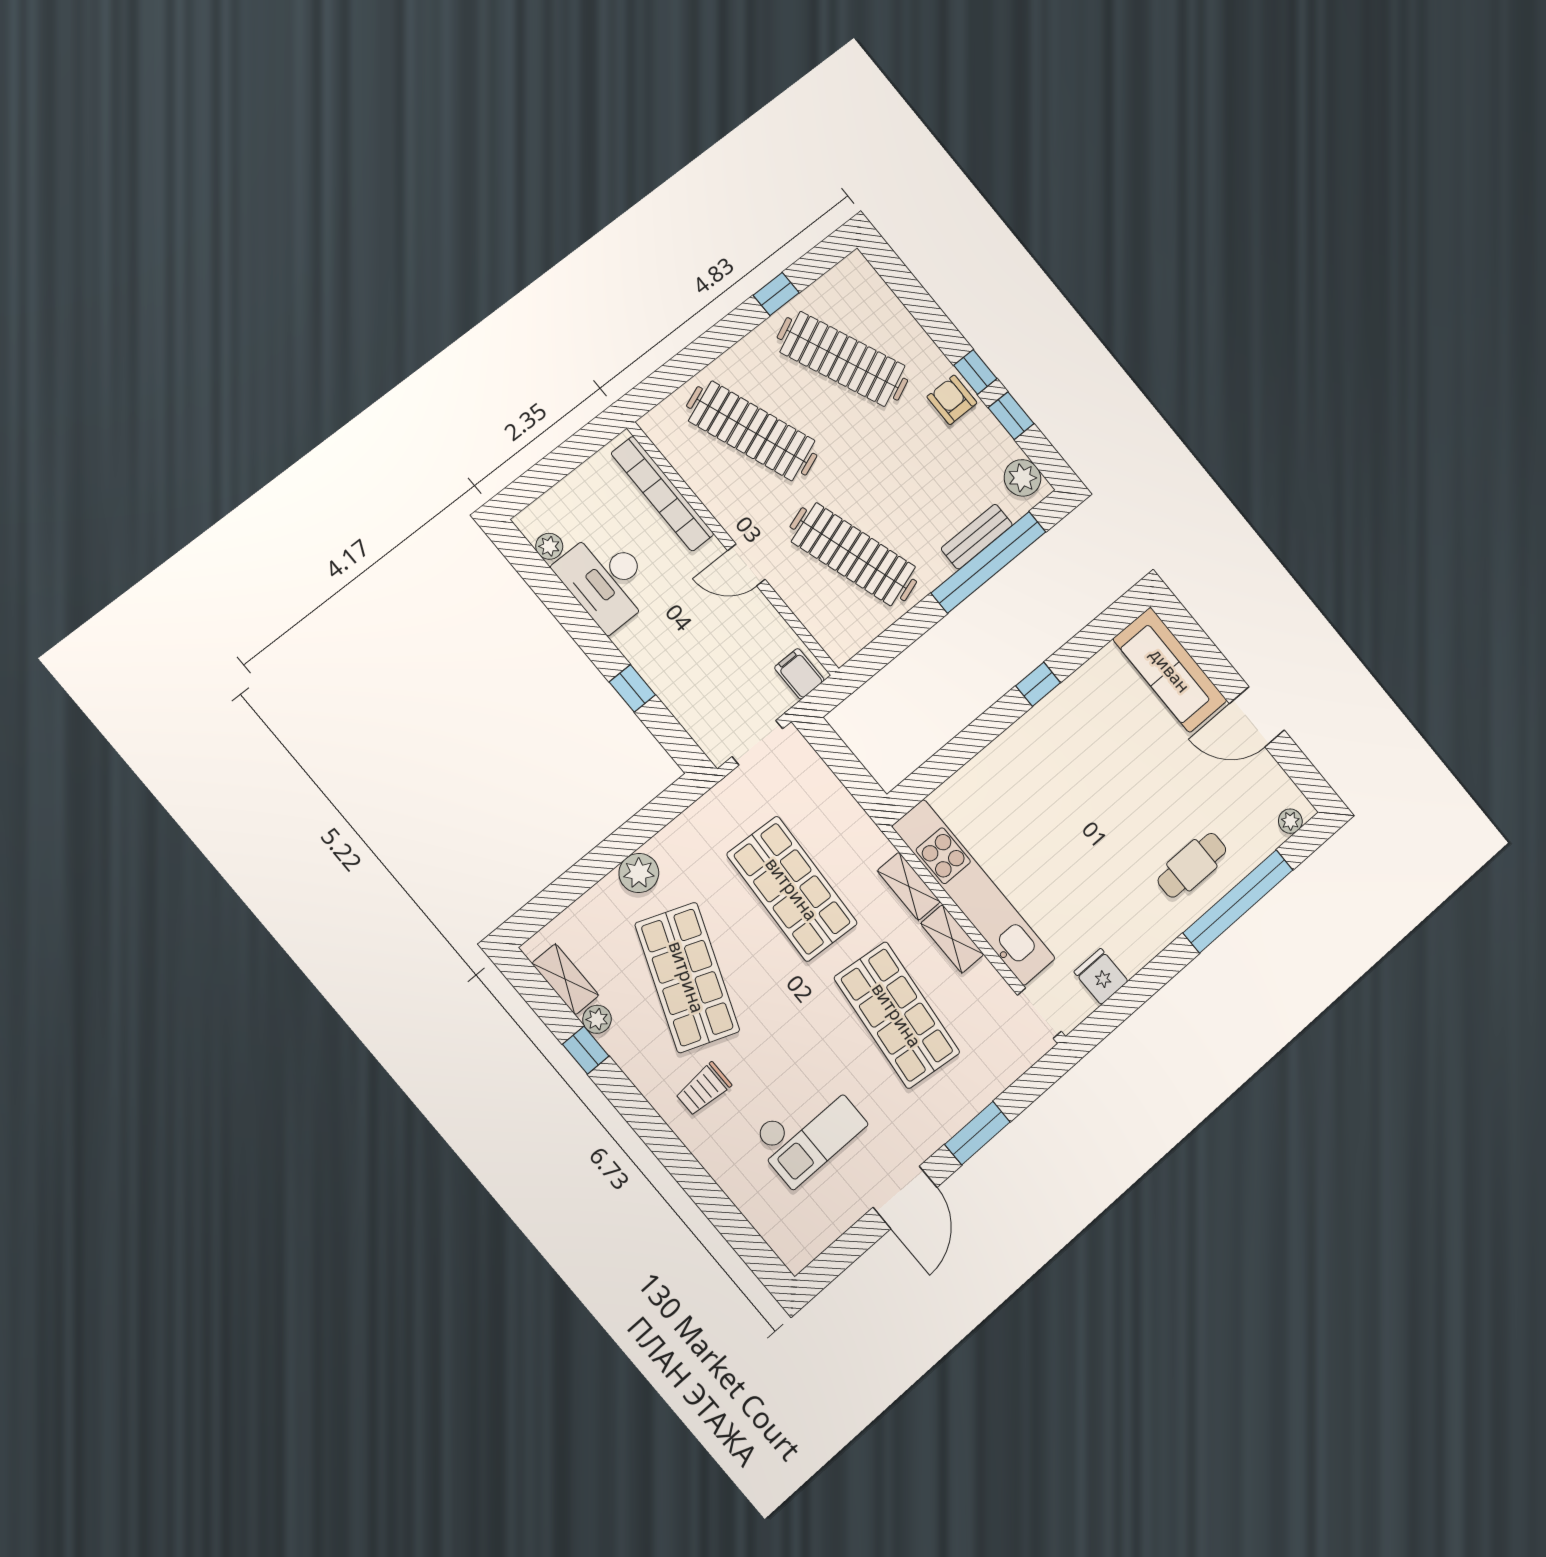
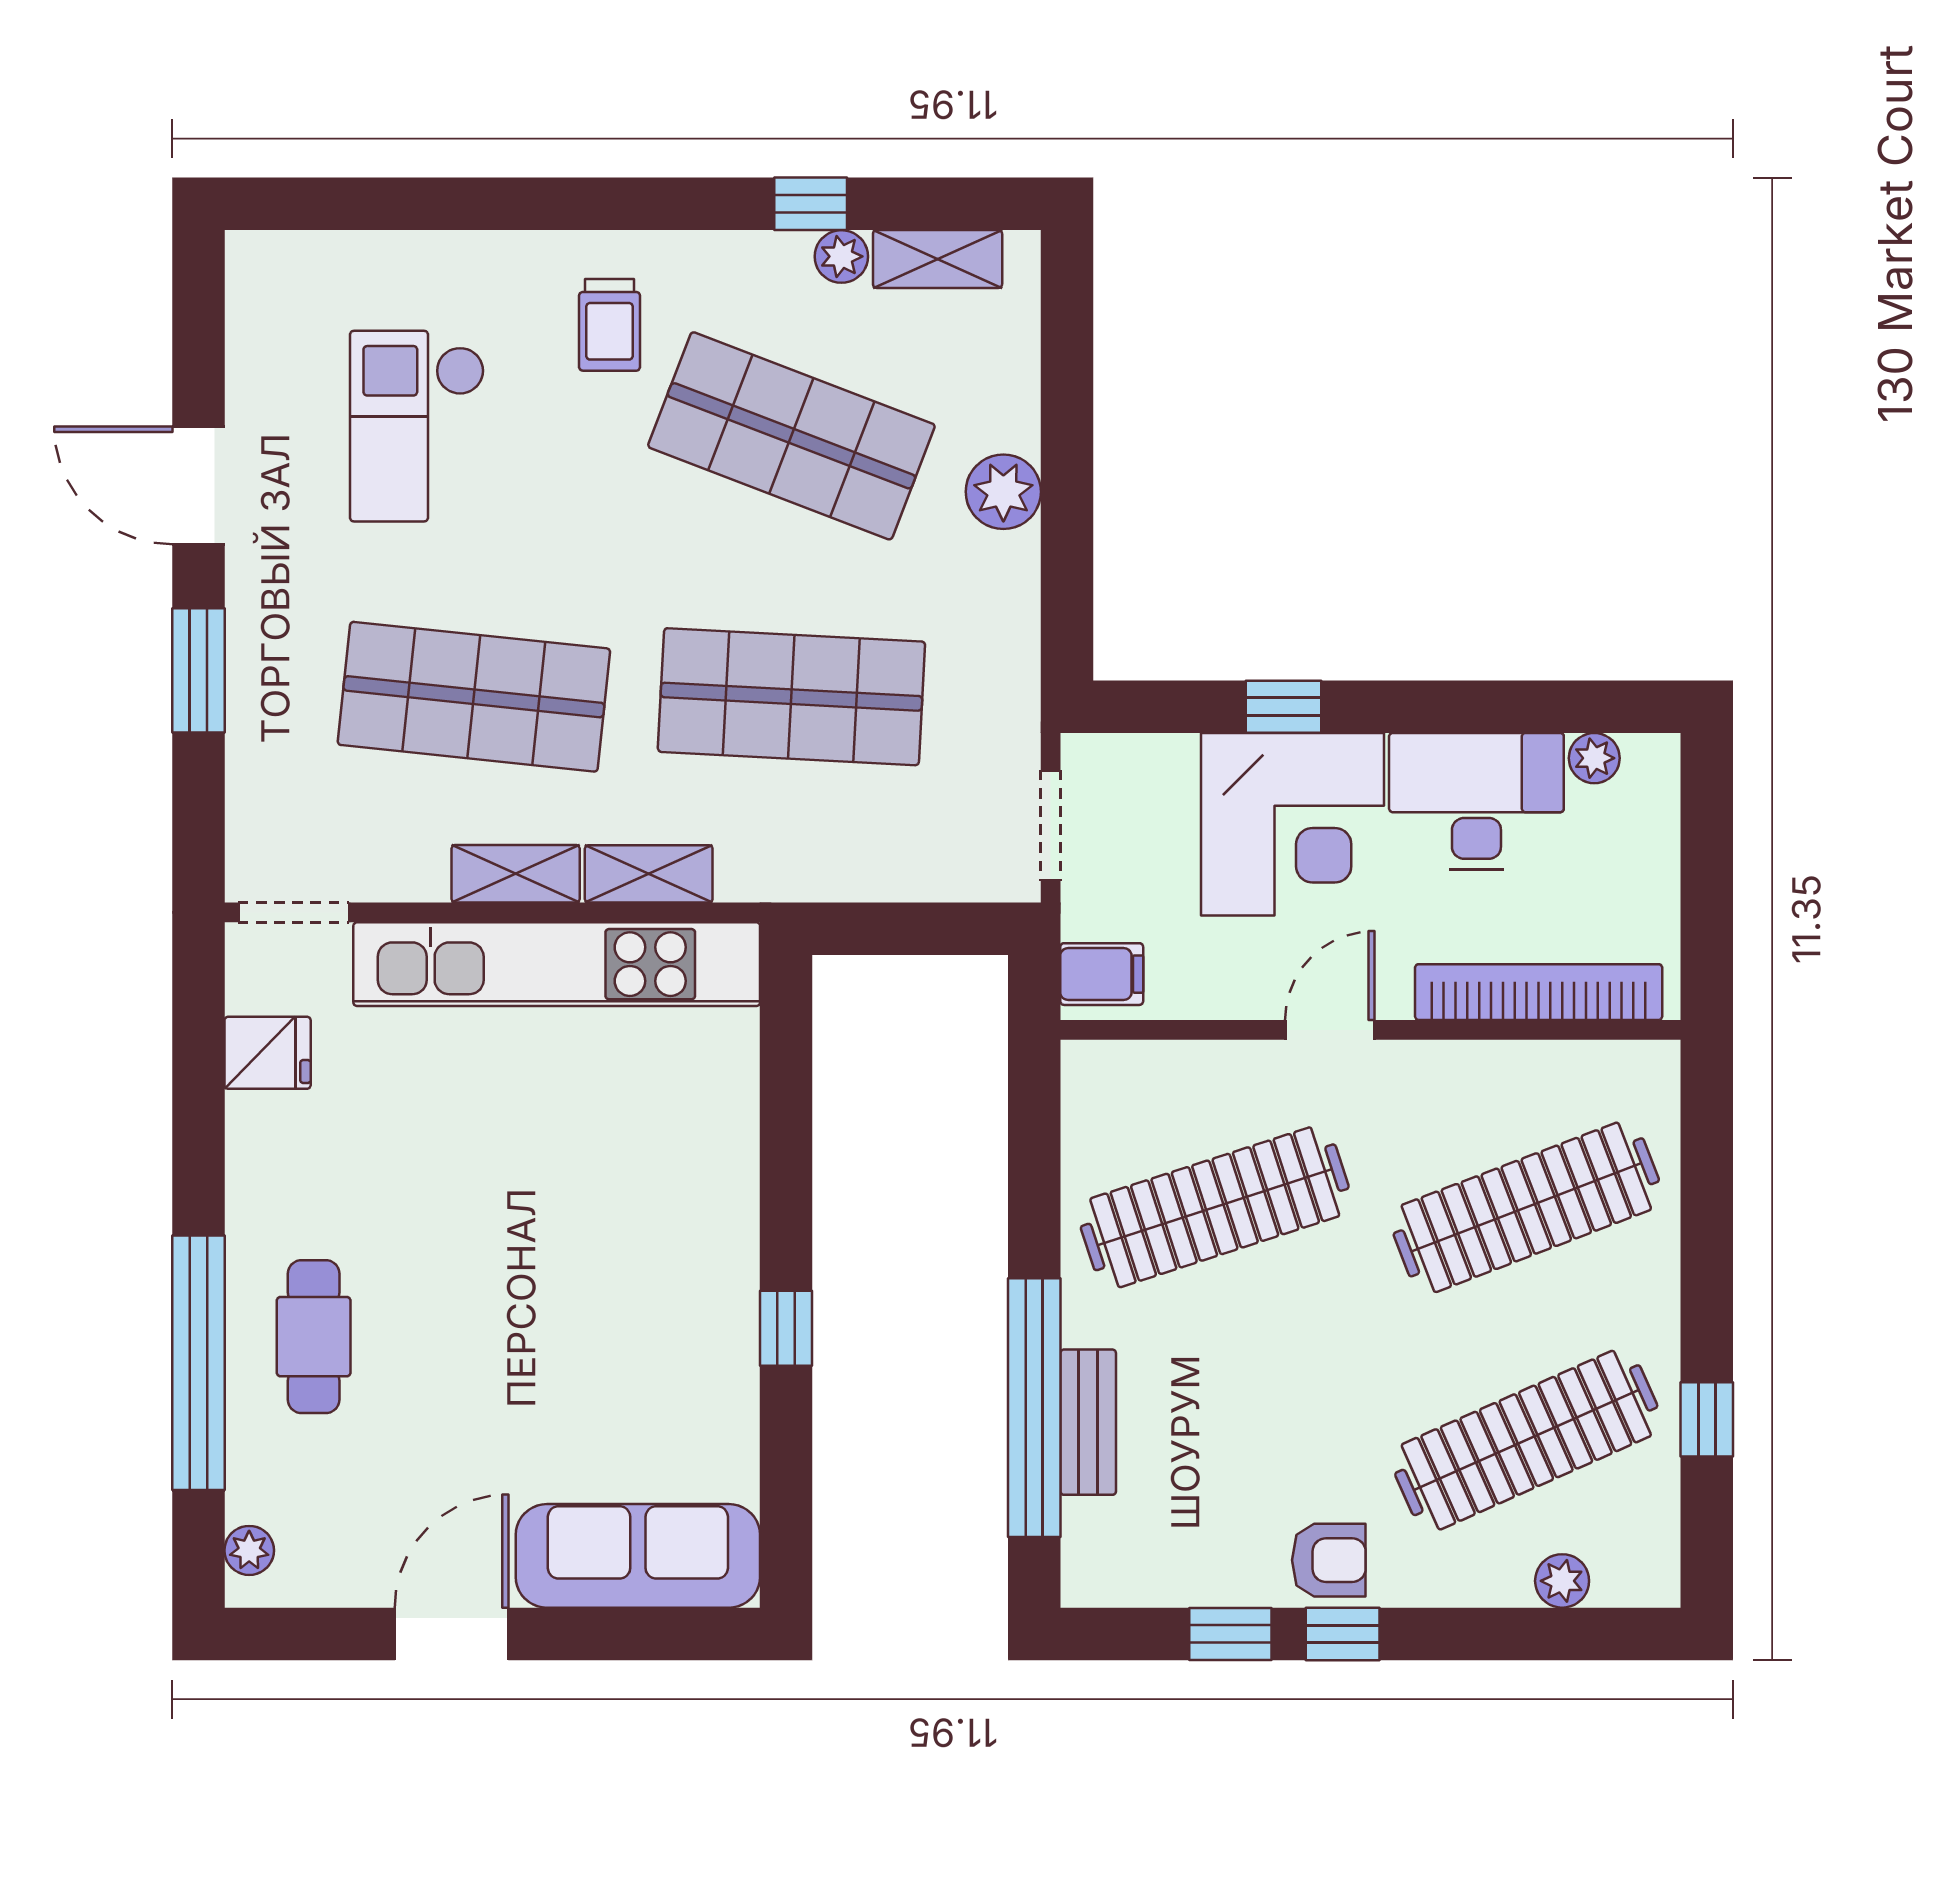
plant: (1022, 478) -> (1562, 1581), moved, width x0.73, depth x0.73
corner desk: (677, 646) -> (1293, 824), added
trolley: (703, 1089) -> (610, 325), turned 180

